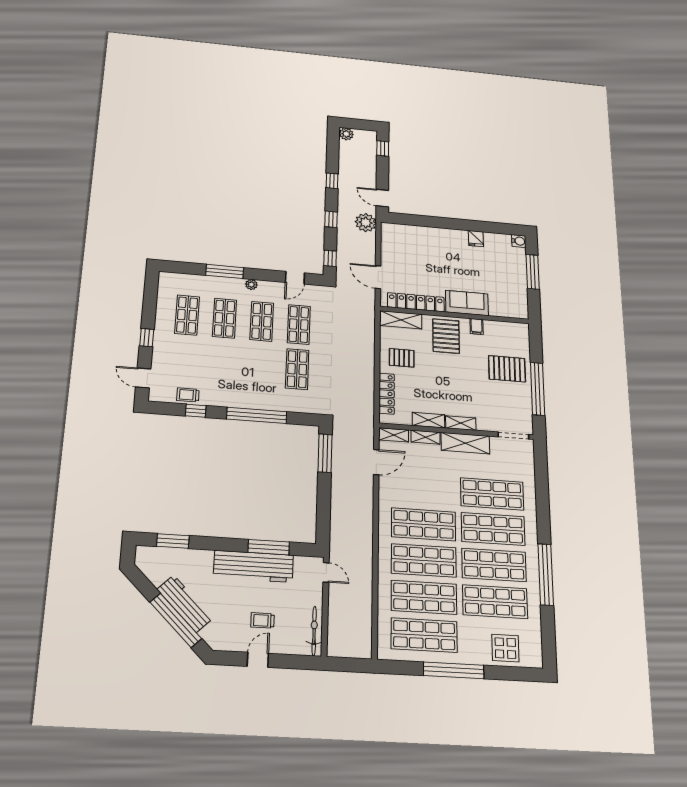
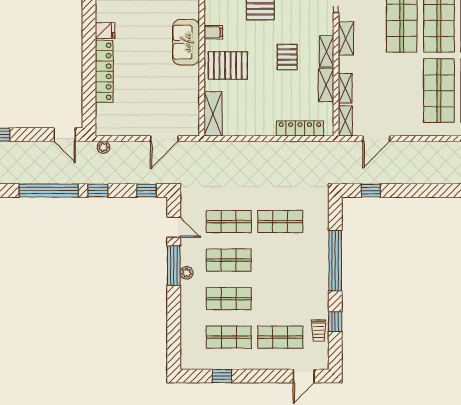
window: (332, 181) -> (49, 191), width x3.17
door: (382, 198) -> (65, 135), hinge flipped
plant: (366, 223) -> (103, 147), width x0.53, depth x0.53
window: (225, 271) -> (174, 266), moved
locker: (416, 302) -> (104, 71), moved, turned 180
window: (147, 338) -> (222, 376), moved
pallet: (402, 358) -> (287, 57), moved
shop shelf: (184, 360) -> (280, 337), added
shelving: (465, 443) -> (346, 38), width x0.67, depth x0.75
window: (325, 453) -> (371, 191), width x0.46
door: (376, 462) -> (376, 139), swing flipped

